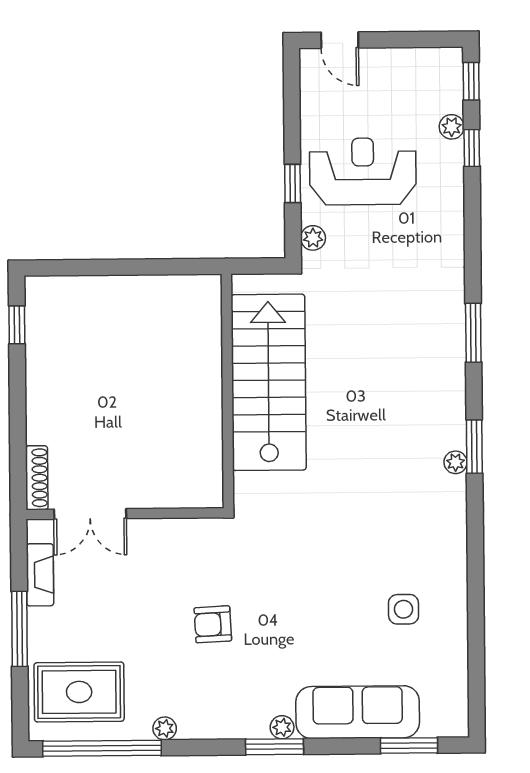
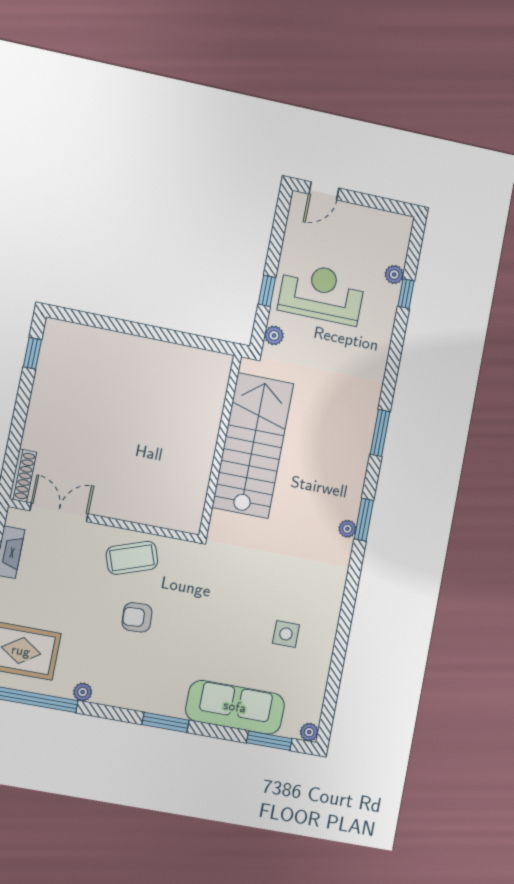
door: (340, 40) -> (324, 191), hinge flipped
window: (471, 81) -> (415, 244), removed
stairs: (269, 382) -> (253, 445), moved
wall: (227, 391) -> (220, 446), moved
double door: (90, 514) -> (59, 512), swing flipped
coffee table: (191, 552) -> (132, 558), added
plant: (282, 727) -> (309, 732), moved

